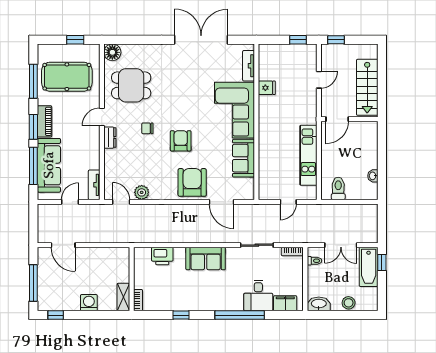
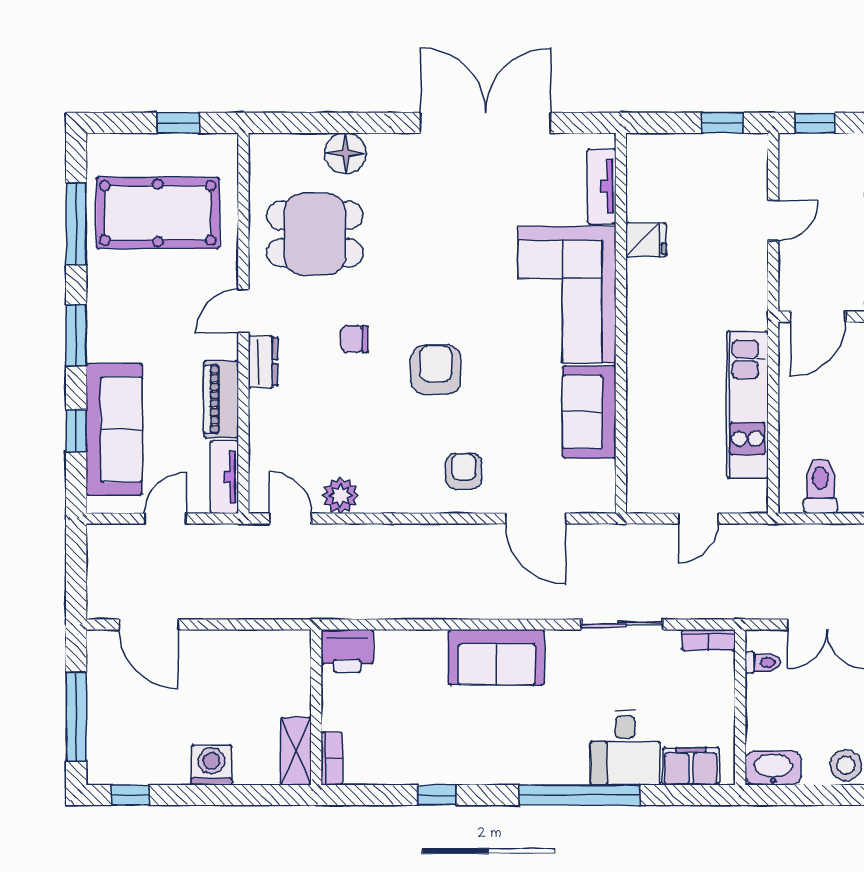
floor lamp: (112, 52) -> (345, 153), moved
piano: (45, 121) -> (221, 399), moved, turned 180
window: (33, 166) -> (76, 431), width x0.46
armchair: (192, 182) -> (464, 471), width x0.53, depth x0.53
printer: (162, 256) -> (347, 651), moved

